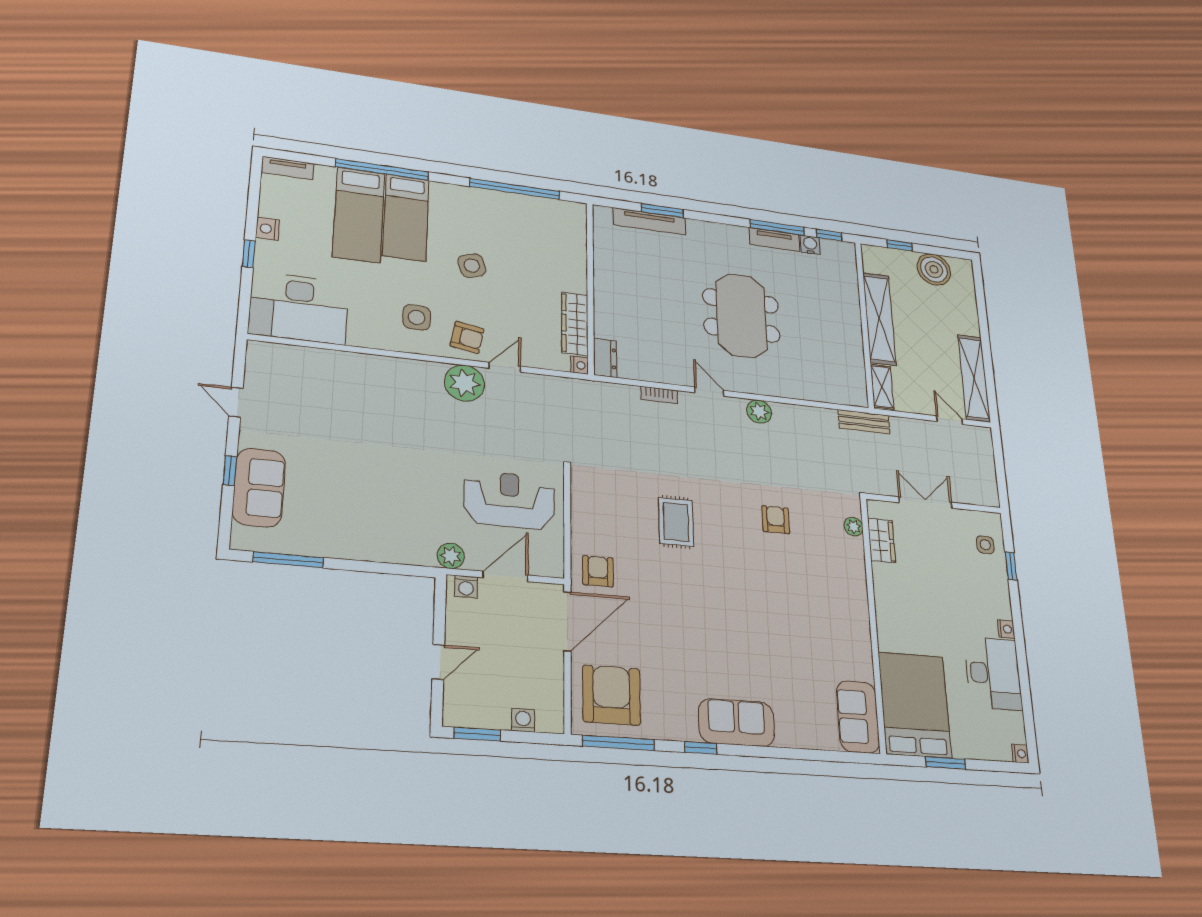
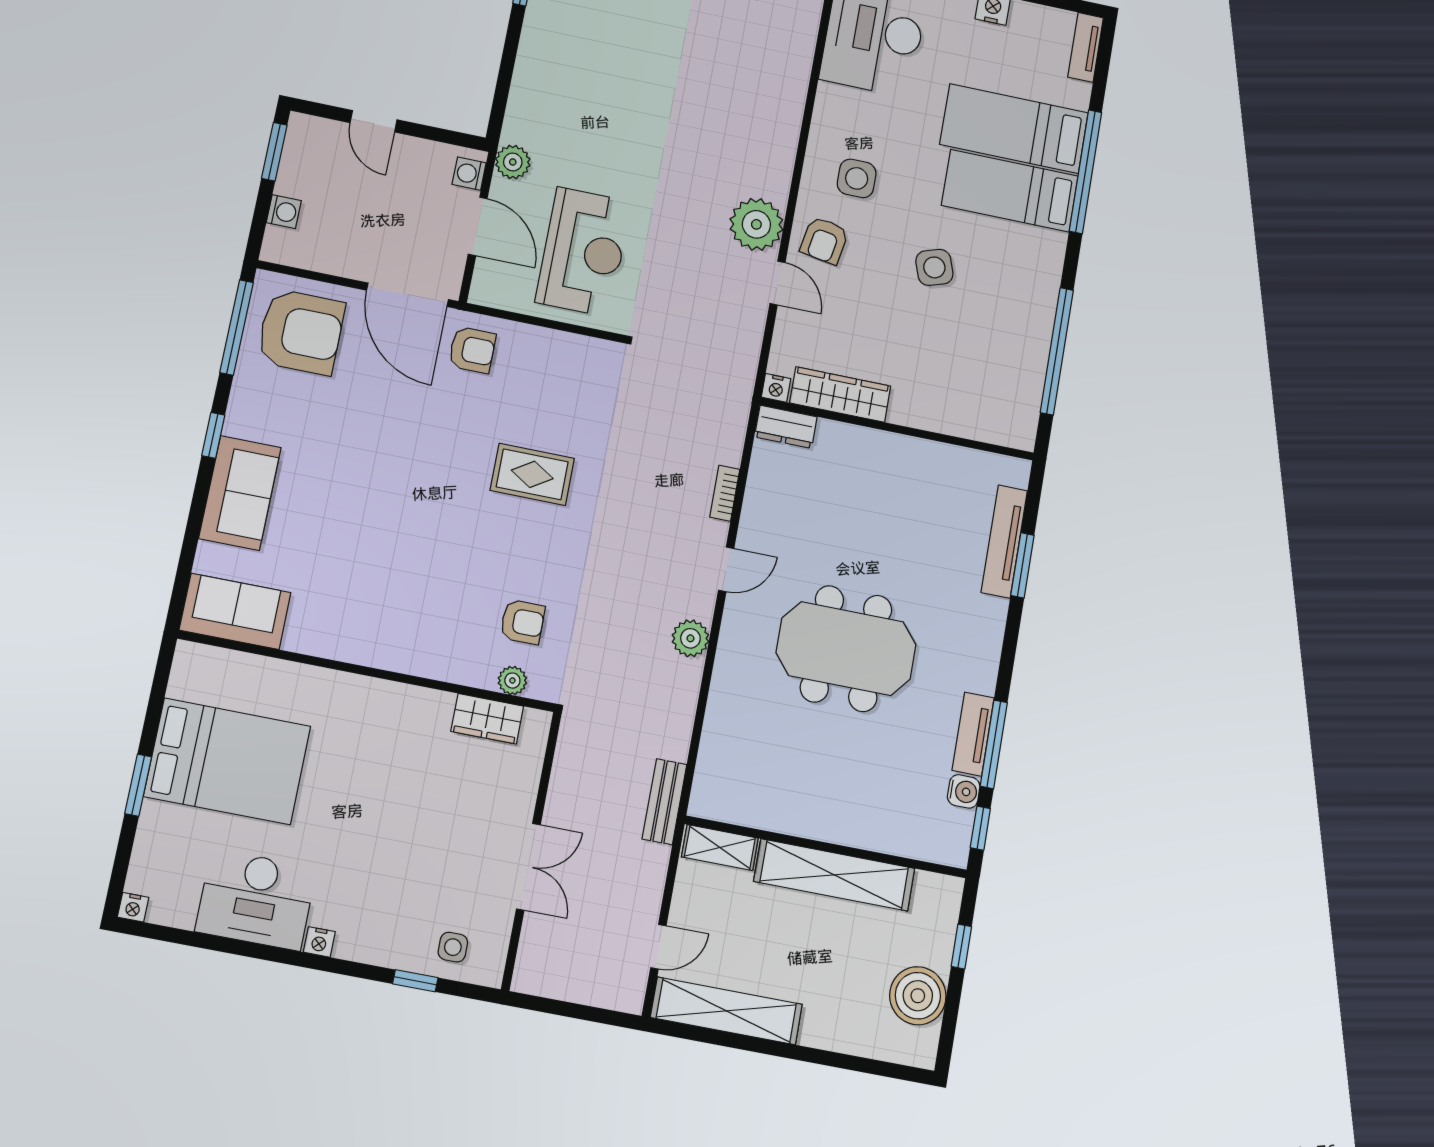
plant: (854, 527) -> (512, 681), moved
wardrobe: (881, 541) -> (487, 719), moved
wall: (873, 622) -> (367, 671), moved
sofa: (858, 717) -> (235, 611), moved

